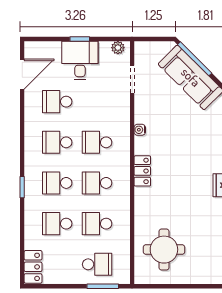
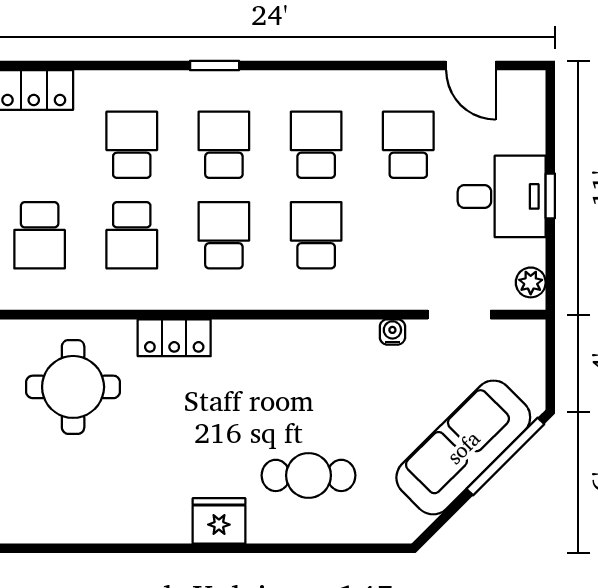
door: (22, 74) -> (471, 65), width x0.73
water cooler: (140, 130) -> (392, 332), moved
cafe table: (203, 146) -> (308, 475), added
locker: (142, 171) -> (174, 338), moved
school desk: (97, 224) -> (132, 235), turned 180

